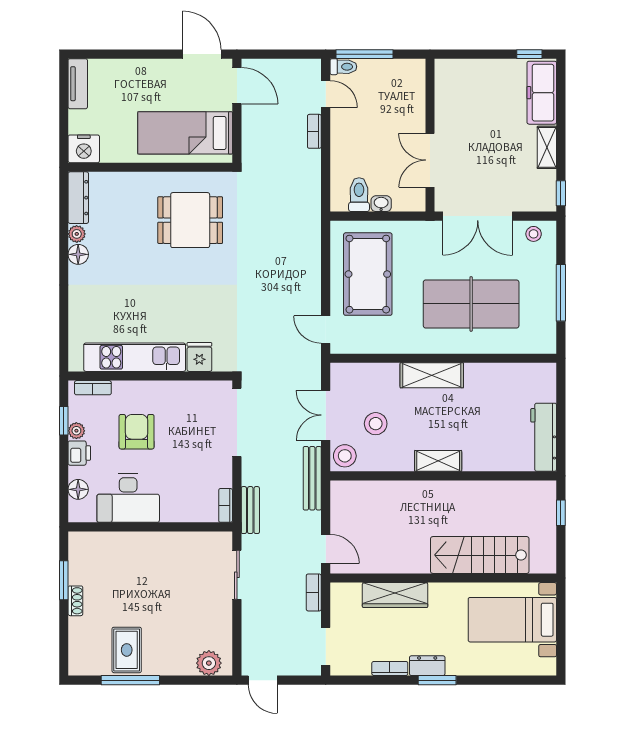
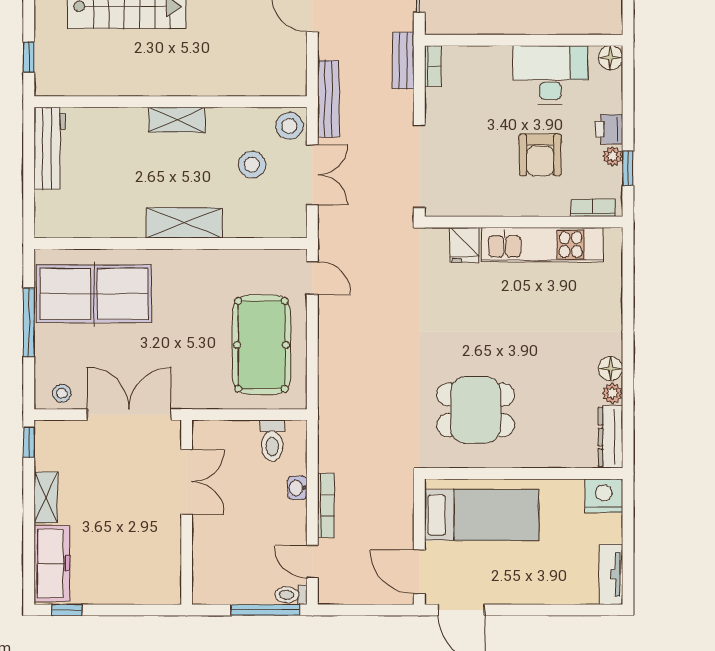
bookcase: (314, 131) -> (326, 505), width x1.56
washbasin: (381, 204) -> (297, 488), moved, turned 90
table tennis table: (471, 304) -> (94, 294), moved
floor lamp: (78, 489) -> (611, 58), moved

